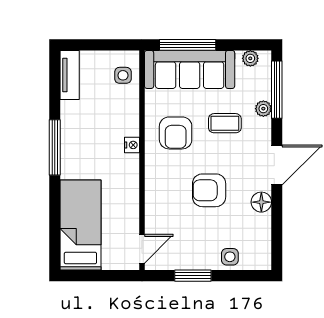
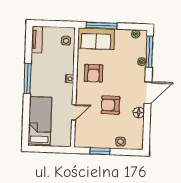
sofa: (190, 69) -> (96, 39), width x0.73
coffee table: (225, 123) -> (120, 69), removed
door: (142, 249) -> (74, 112), moved

